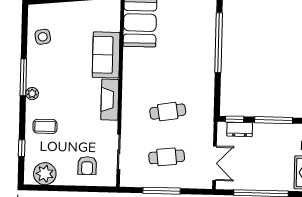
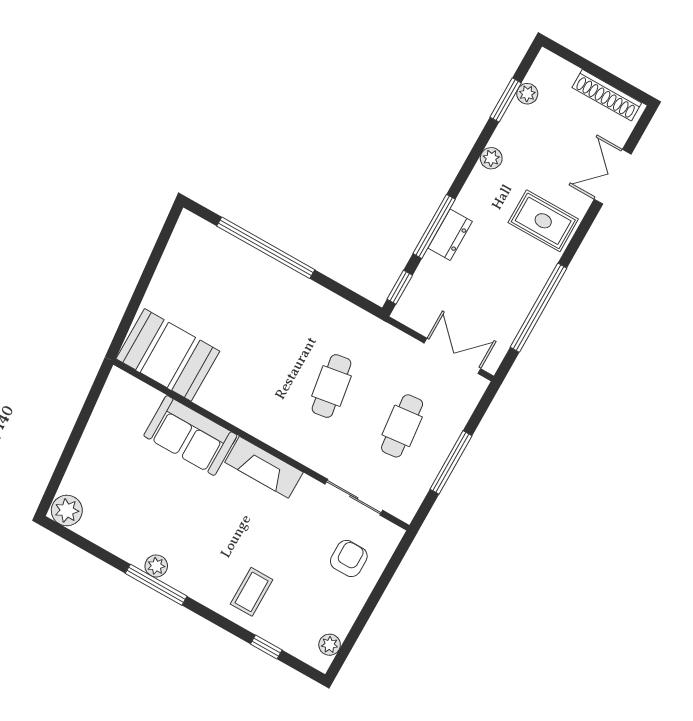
plant: (36, 14) -> (67, 511), added
side table: (43, 37) -> (109, 520), removed
plant: (32, 94) -> (156, 566), moved
dresser: (240, 129) -> (450, 235), moved
armchair: (87, 166) -> (349, 558), turned -90
plant: (45, 174) -> (330, 645), width x0.53, depth x0.53

